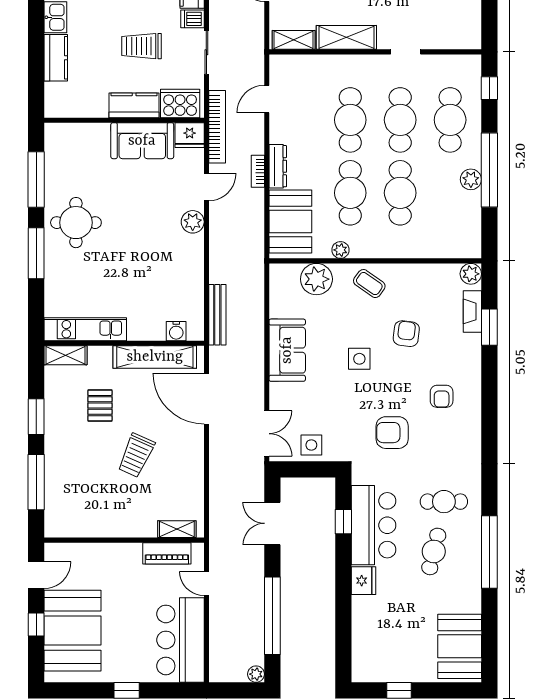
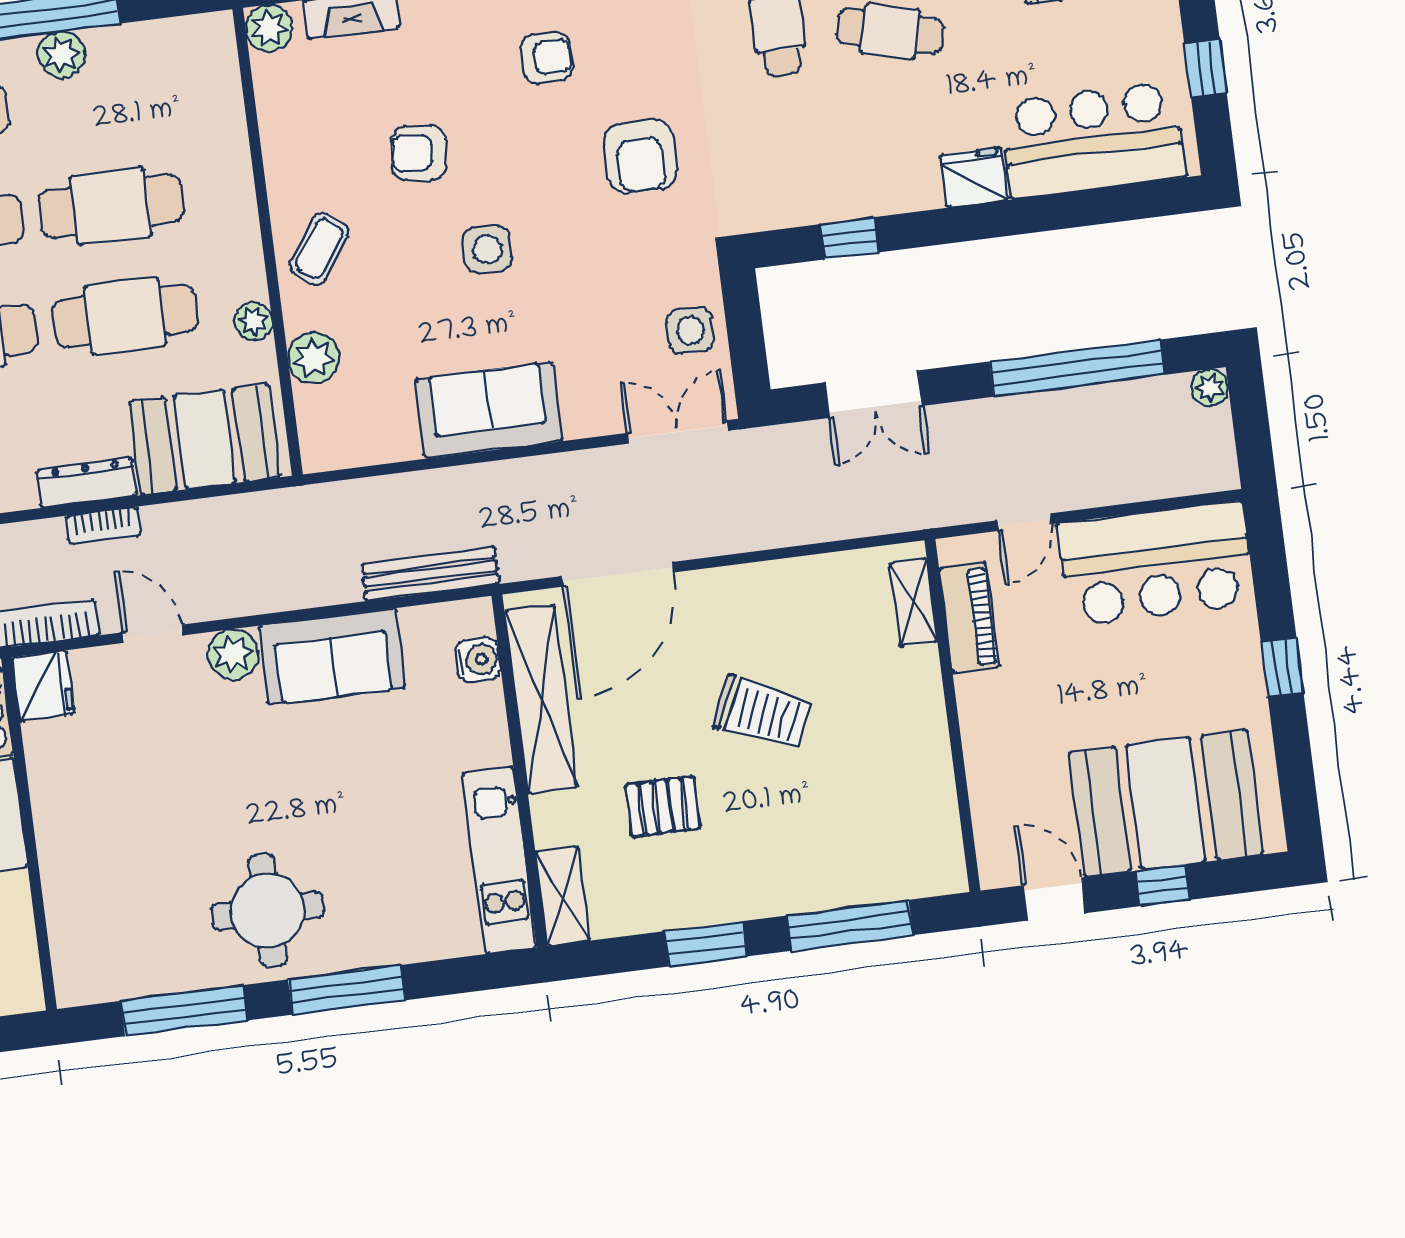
sofa: (142, 141) -> (332, 657), moved, turned 90
plant: (316, 279) -> (314, 358), width x0.73, depth x0.73
bar counter: (374, 525) -> (1093, 140), moved

